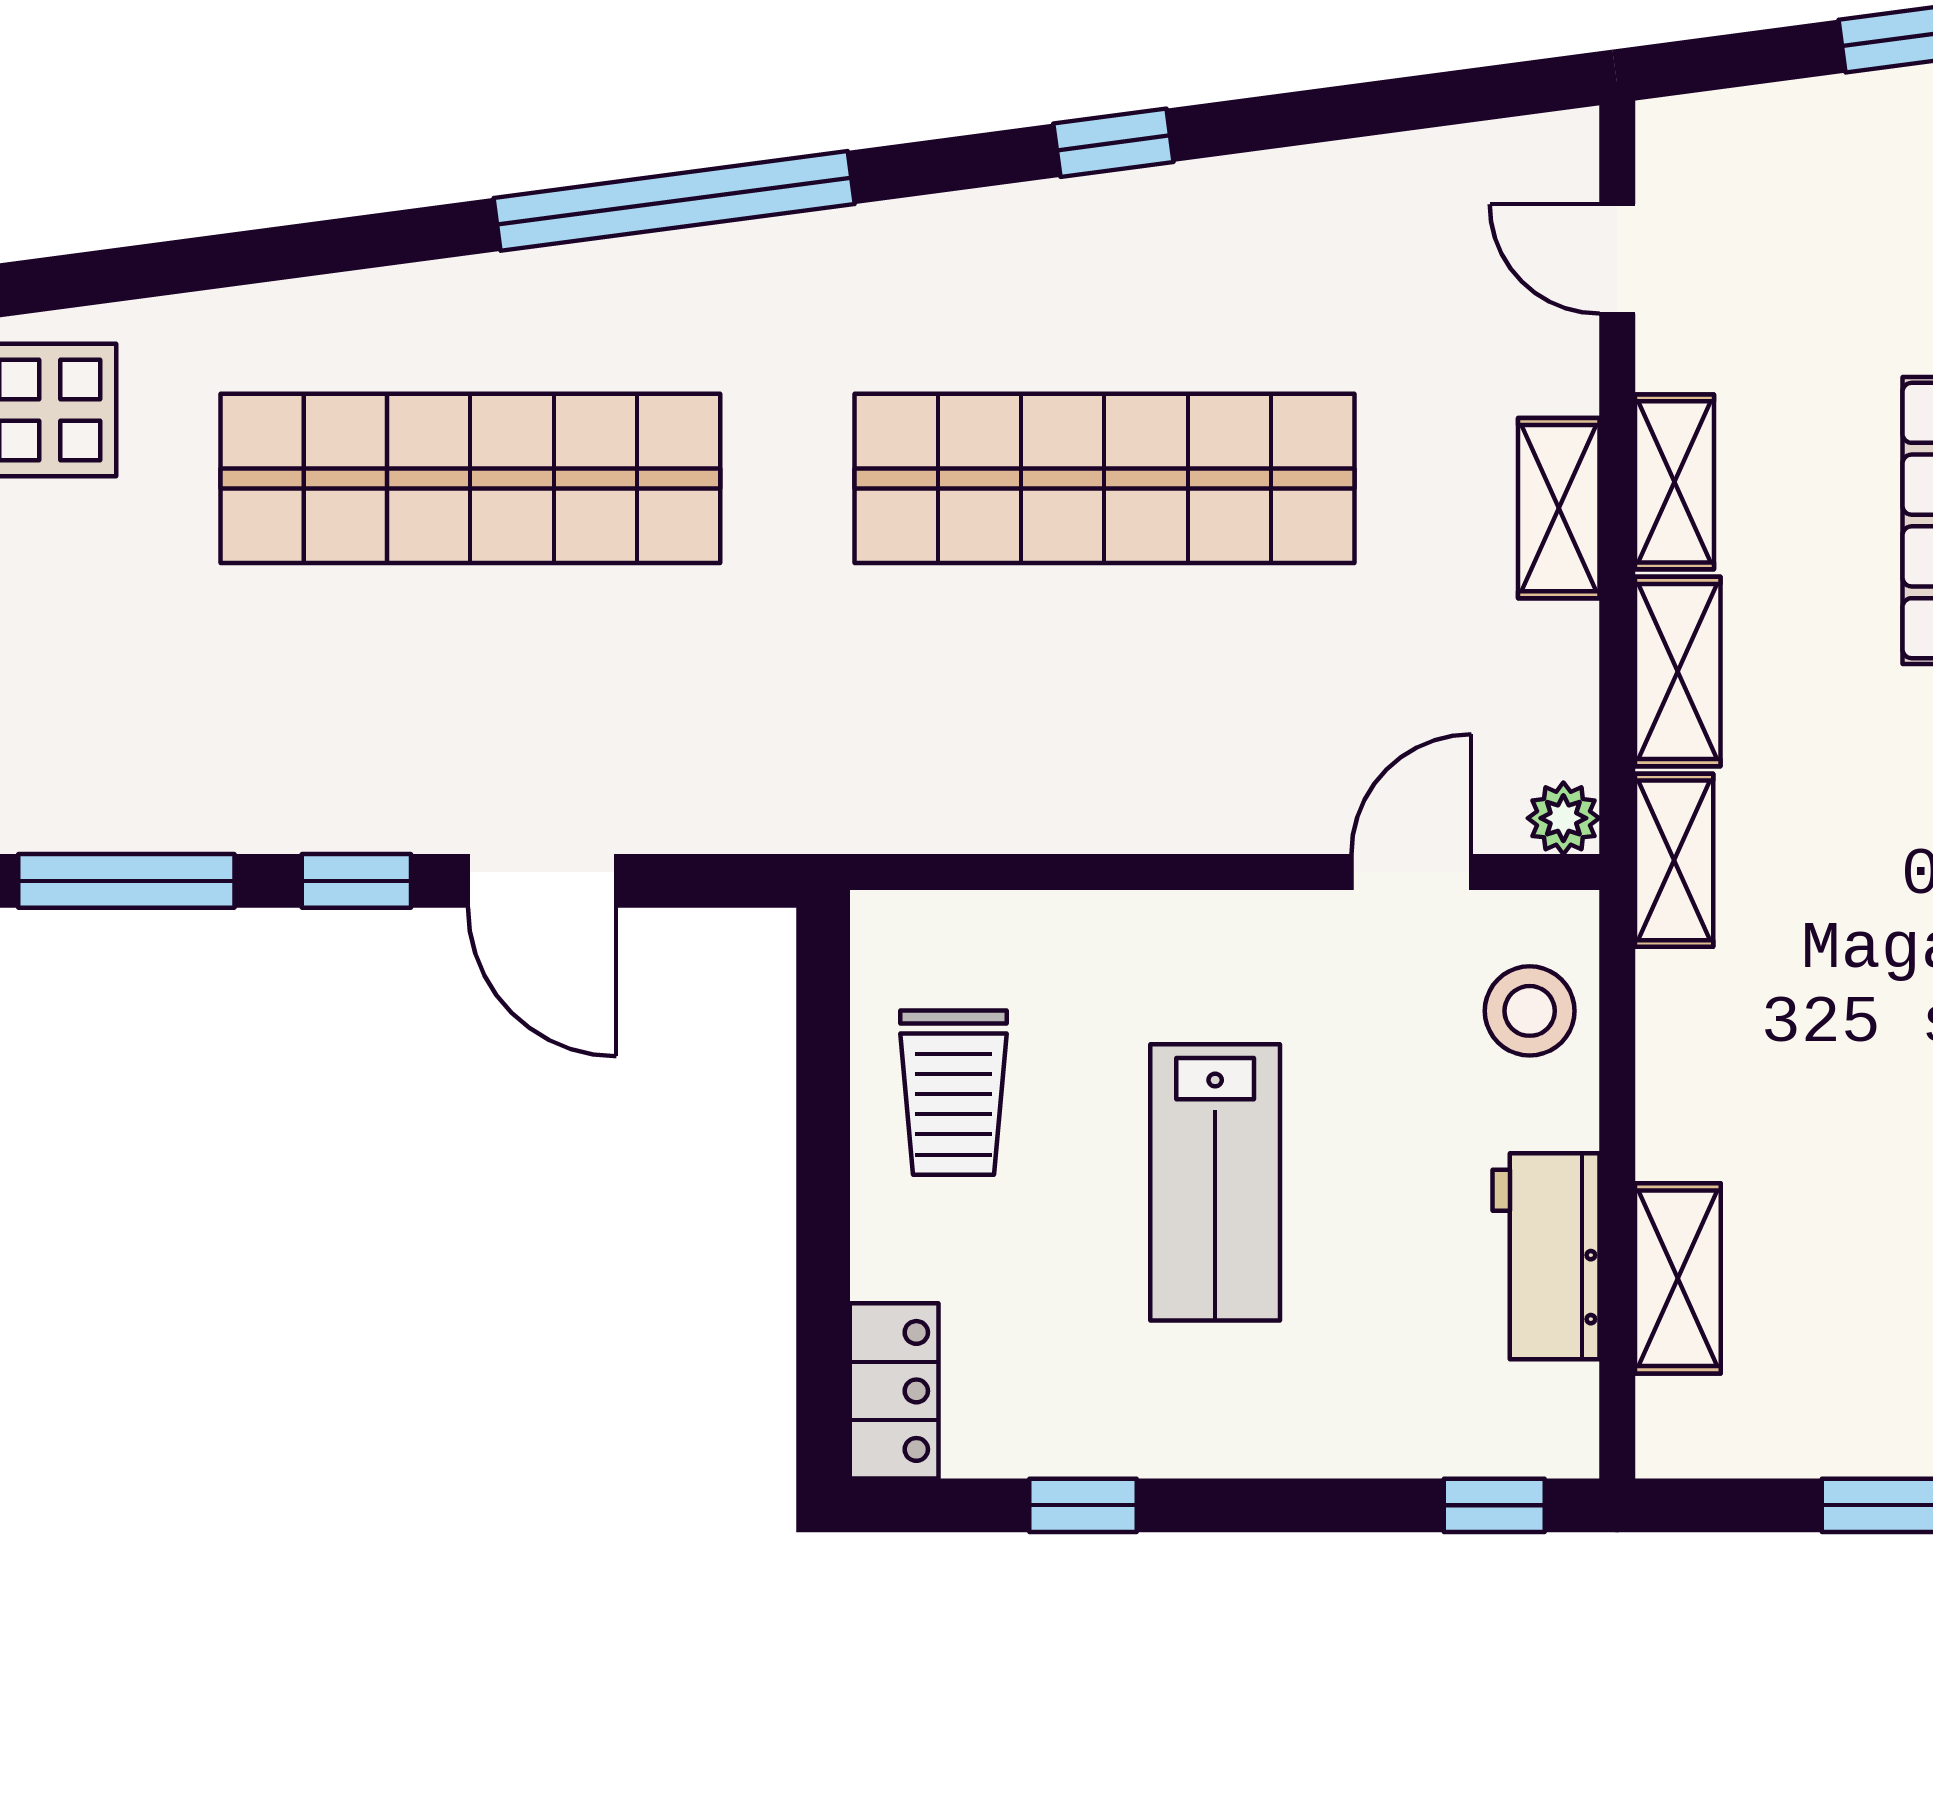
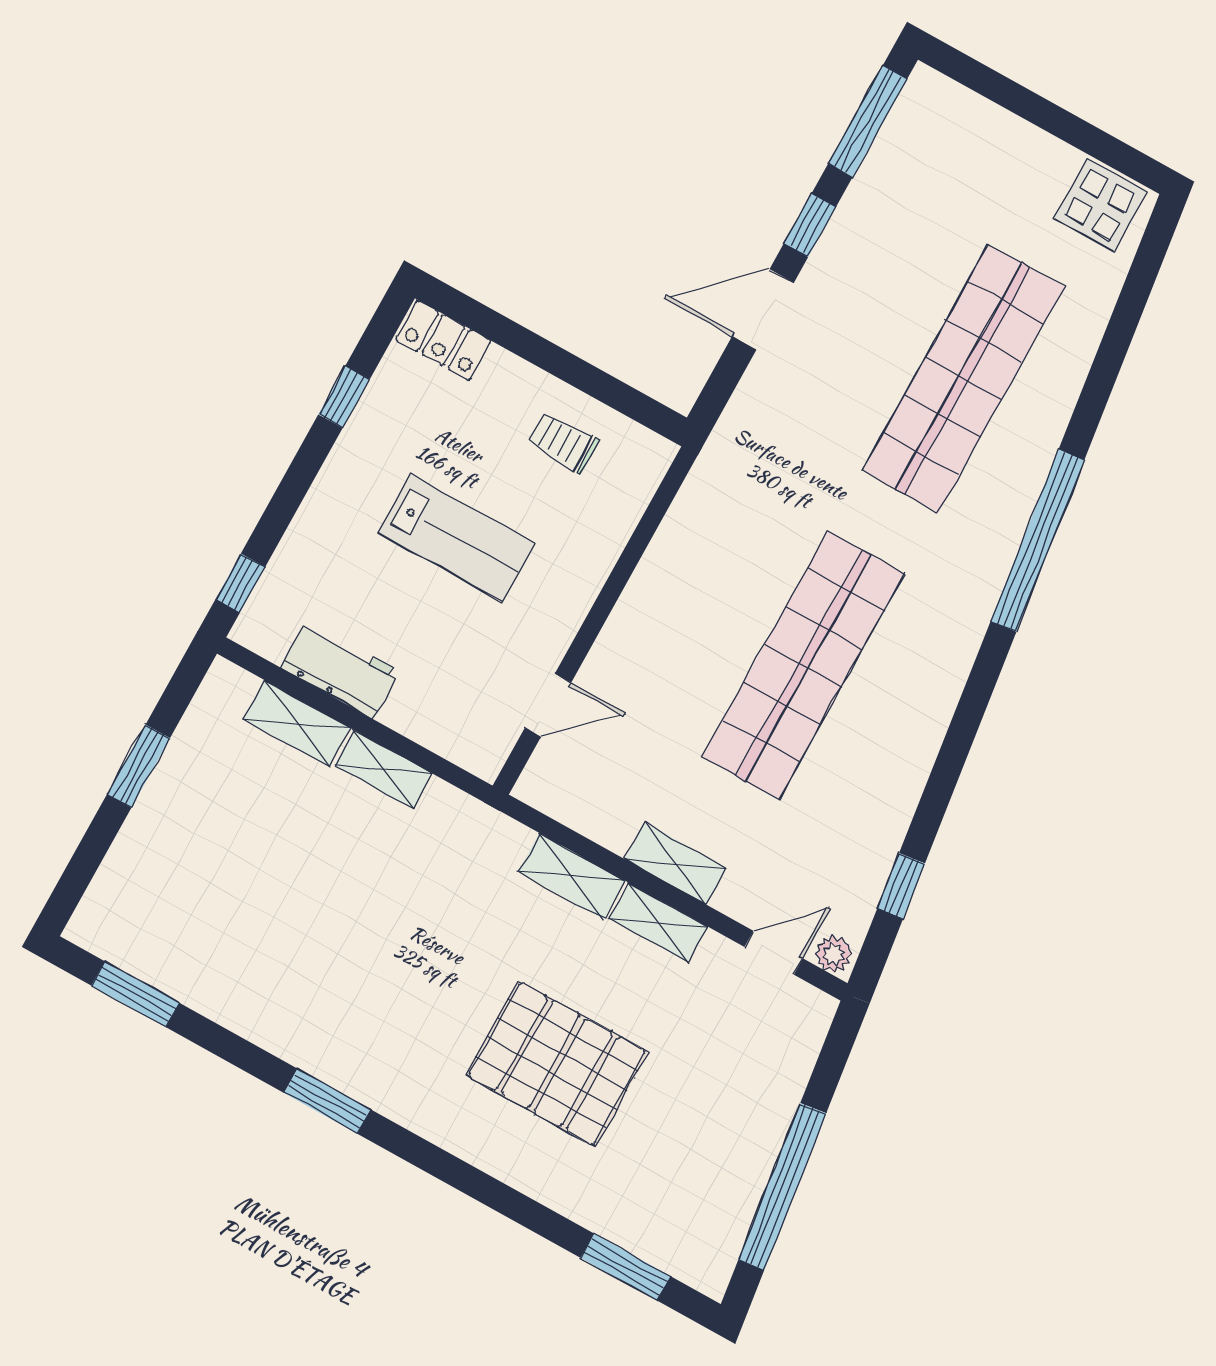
window: (1113, 143) -> (901, 886), moved
plant: (1563, 818) -> (834, 954), moved
shelving: (1674, 860) -> (383, 769), moved
door: (1411, 872) -> (548, 705), hinge flipped
stool: (1530, 1011) -> (455, 724), removed
trolley: (954, 1093) -> (563, 442), width x0.73, depth x0.72
lab bench: (1215, 1182) -> (457, 538), turned 180

